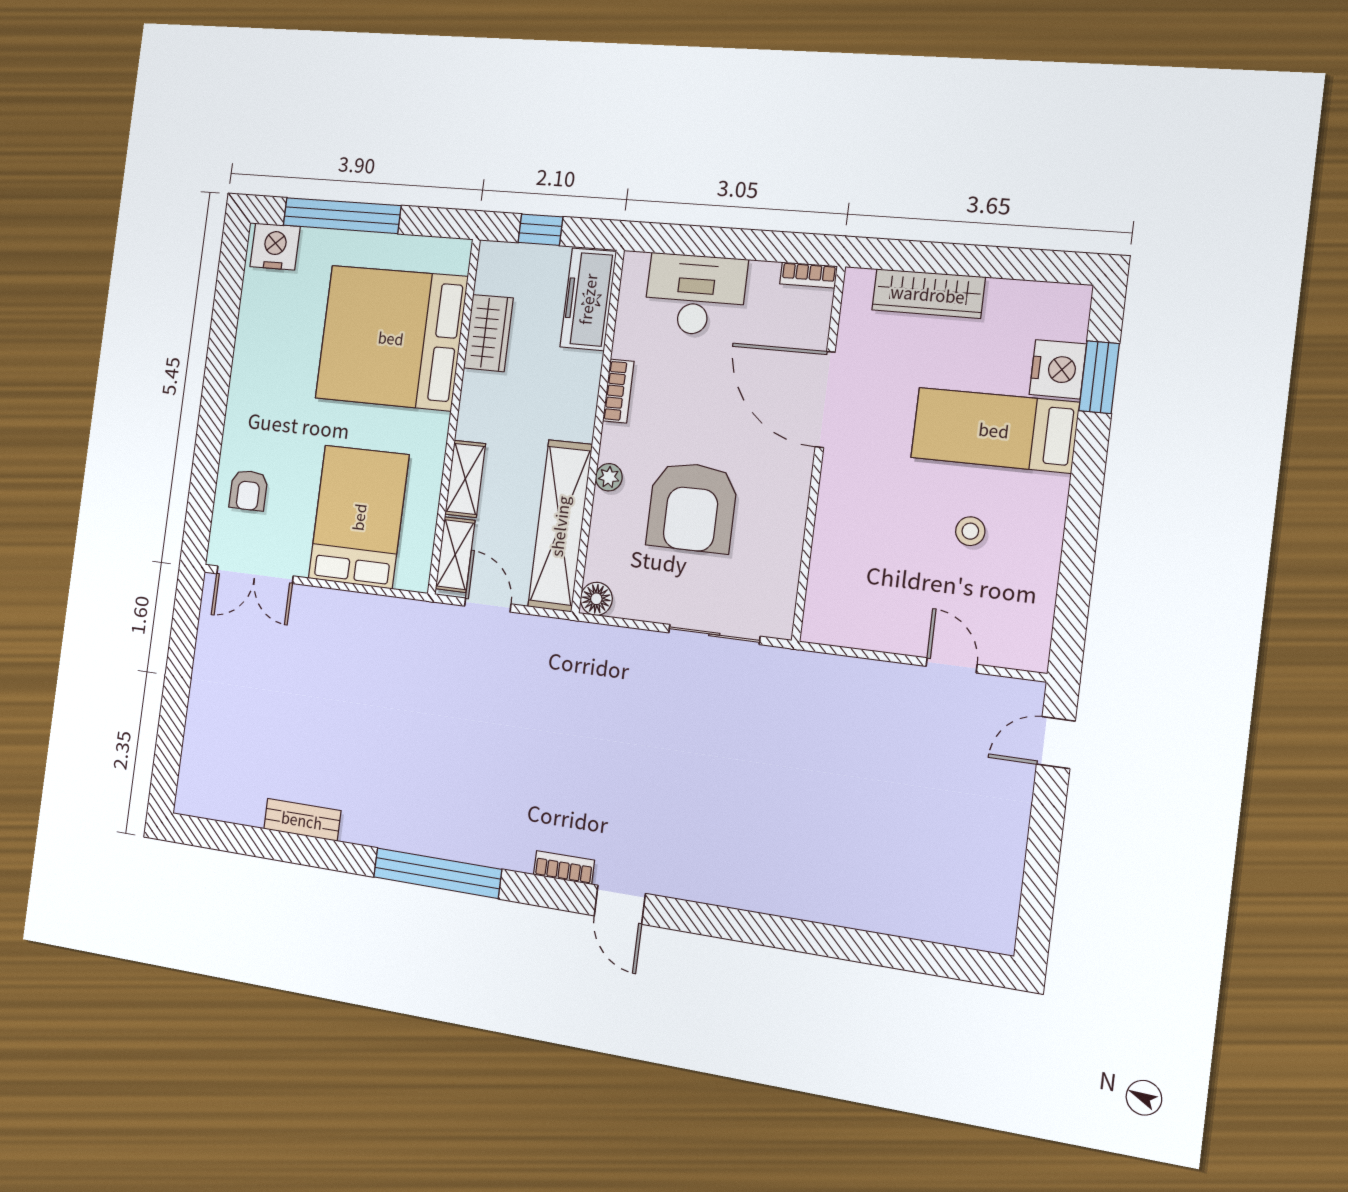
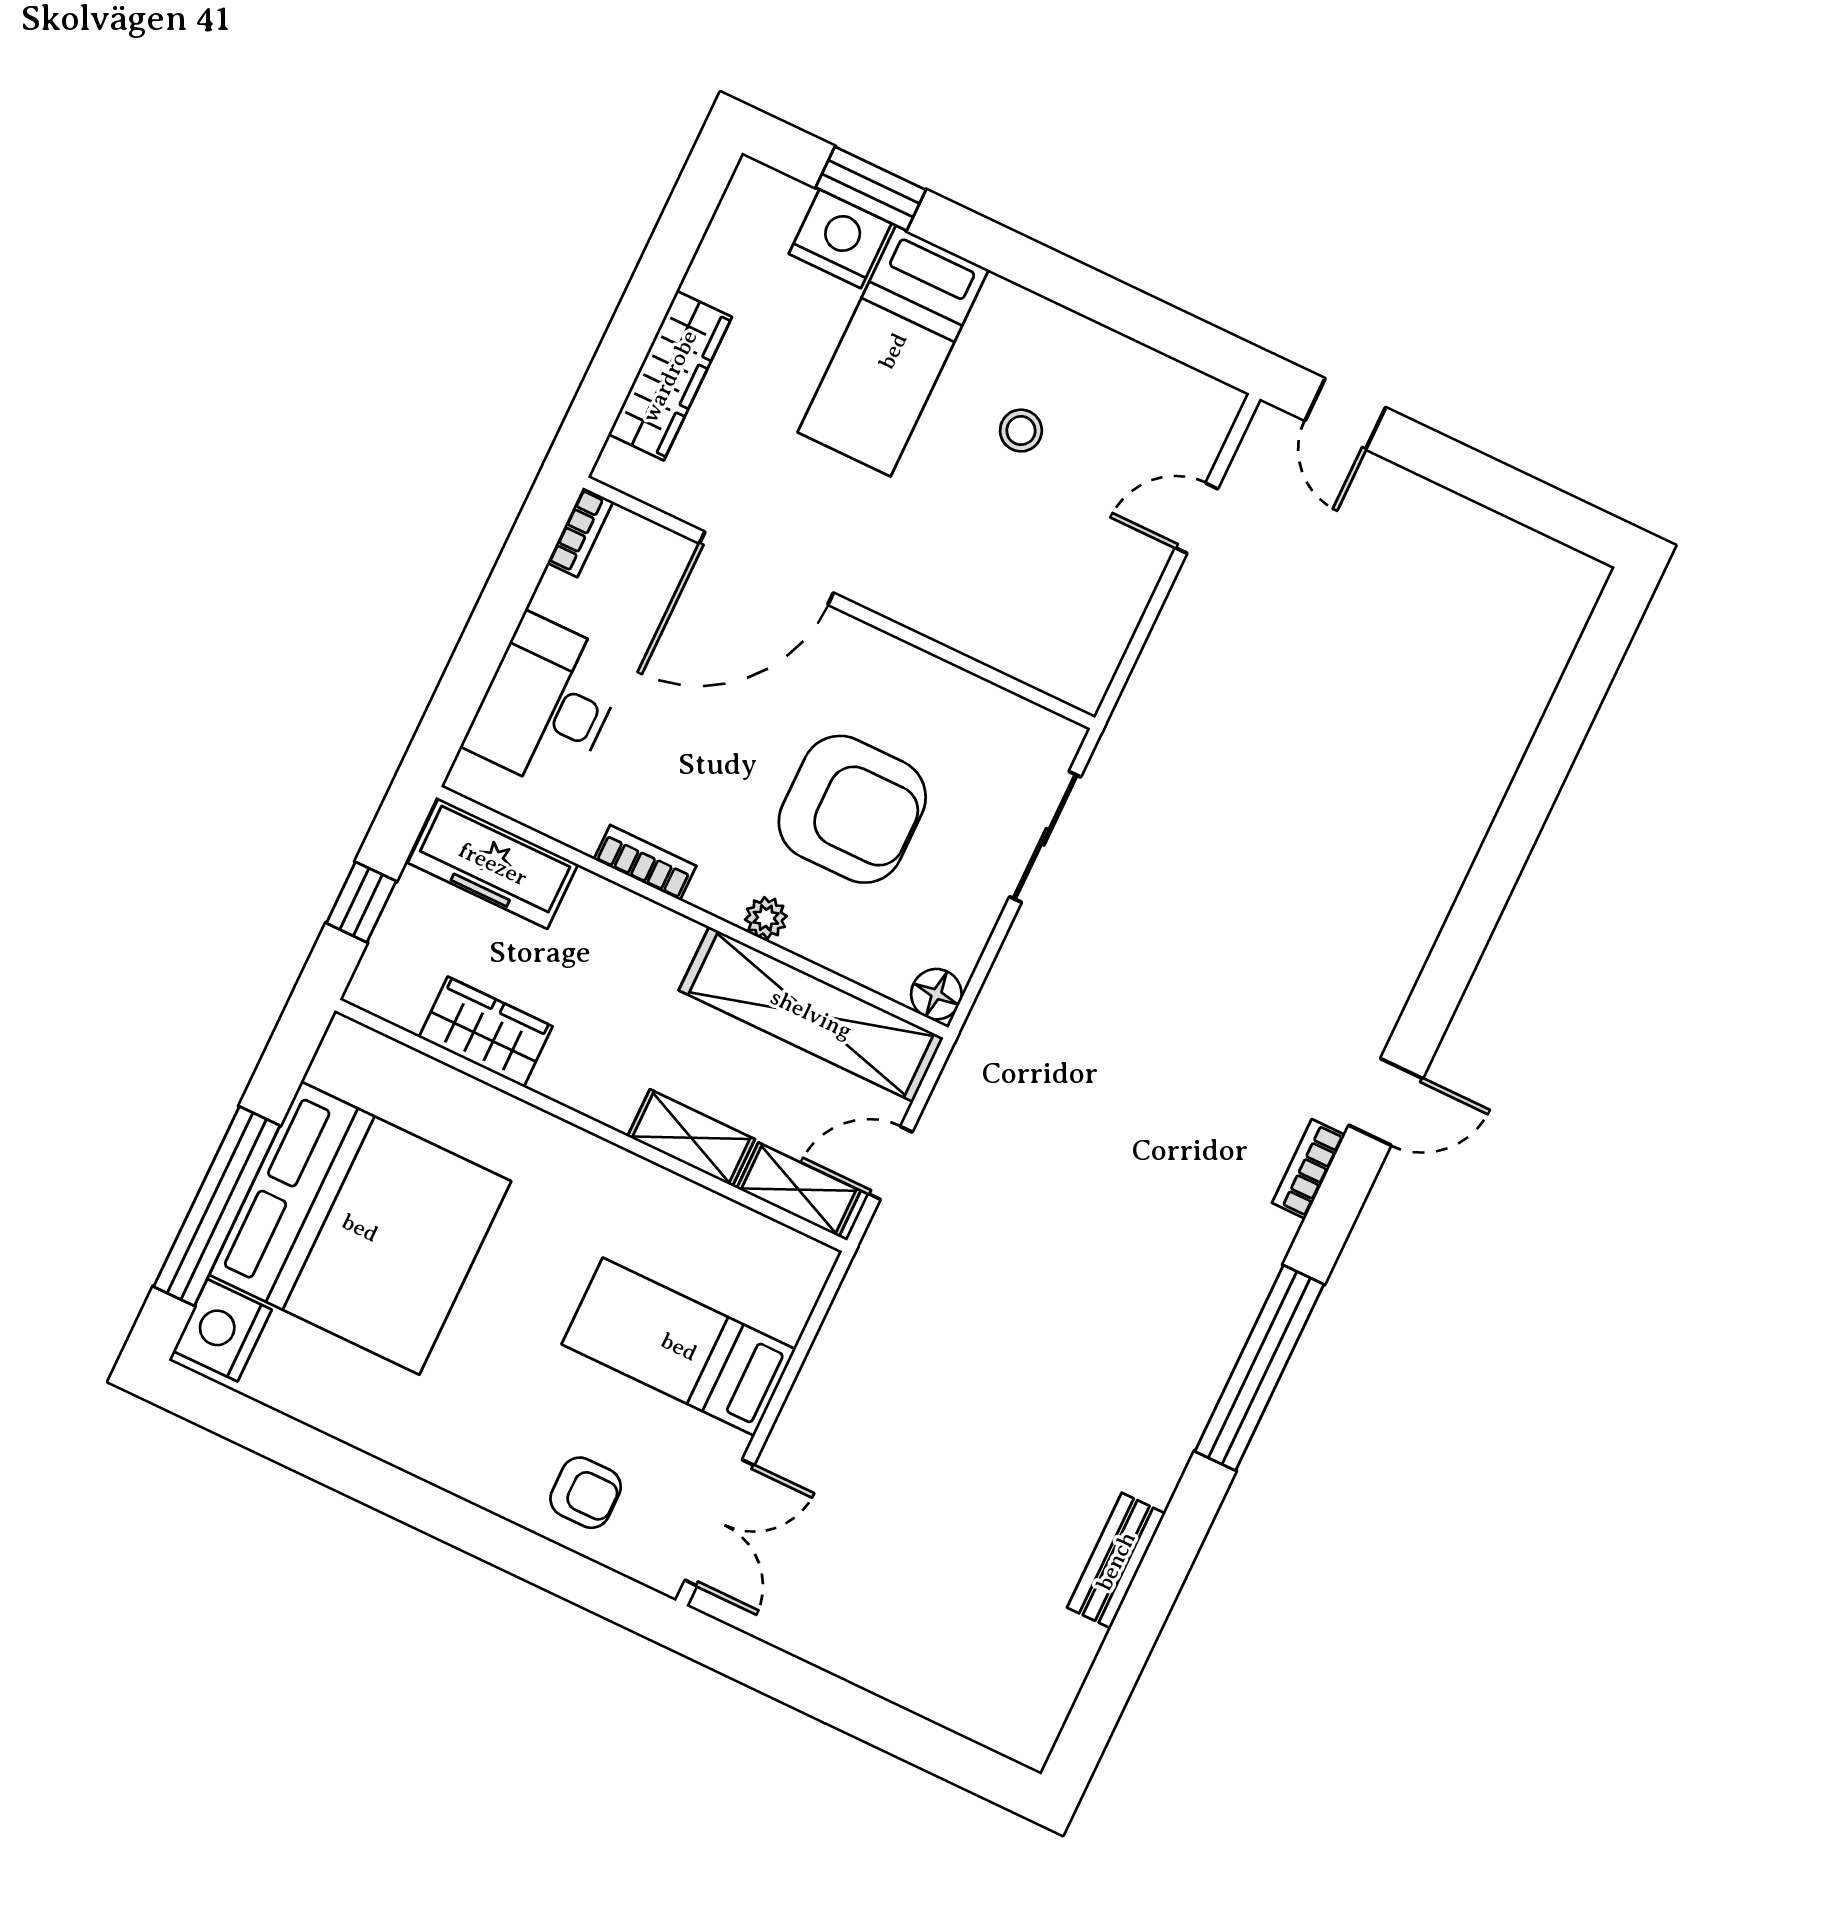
bed: (391, 338) -> (360, 1228), moved, turned -90
bed: (359, 517) -> (679, 1347), width x0.67

